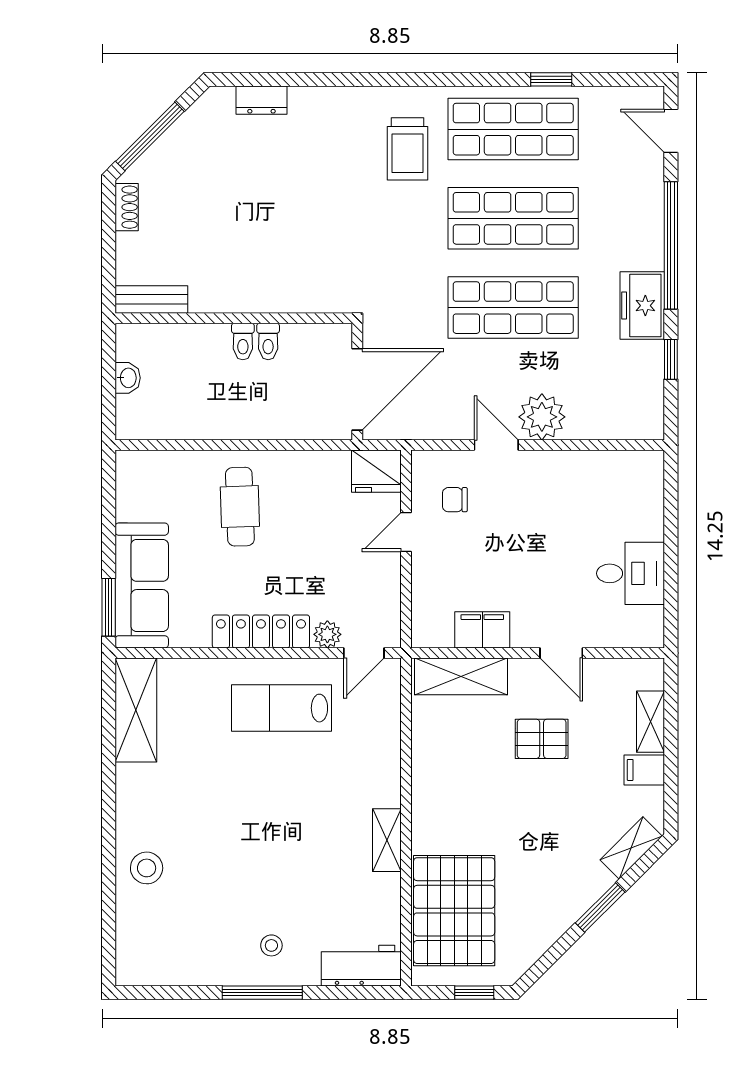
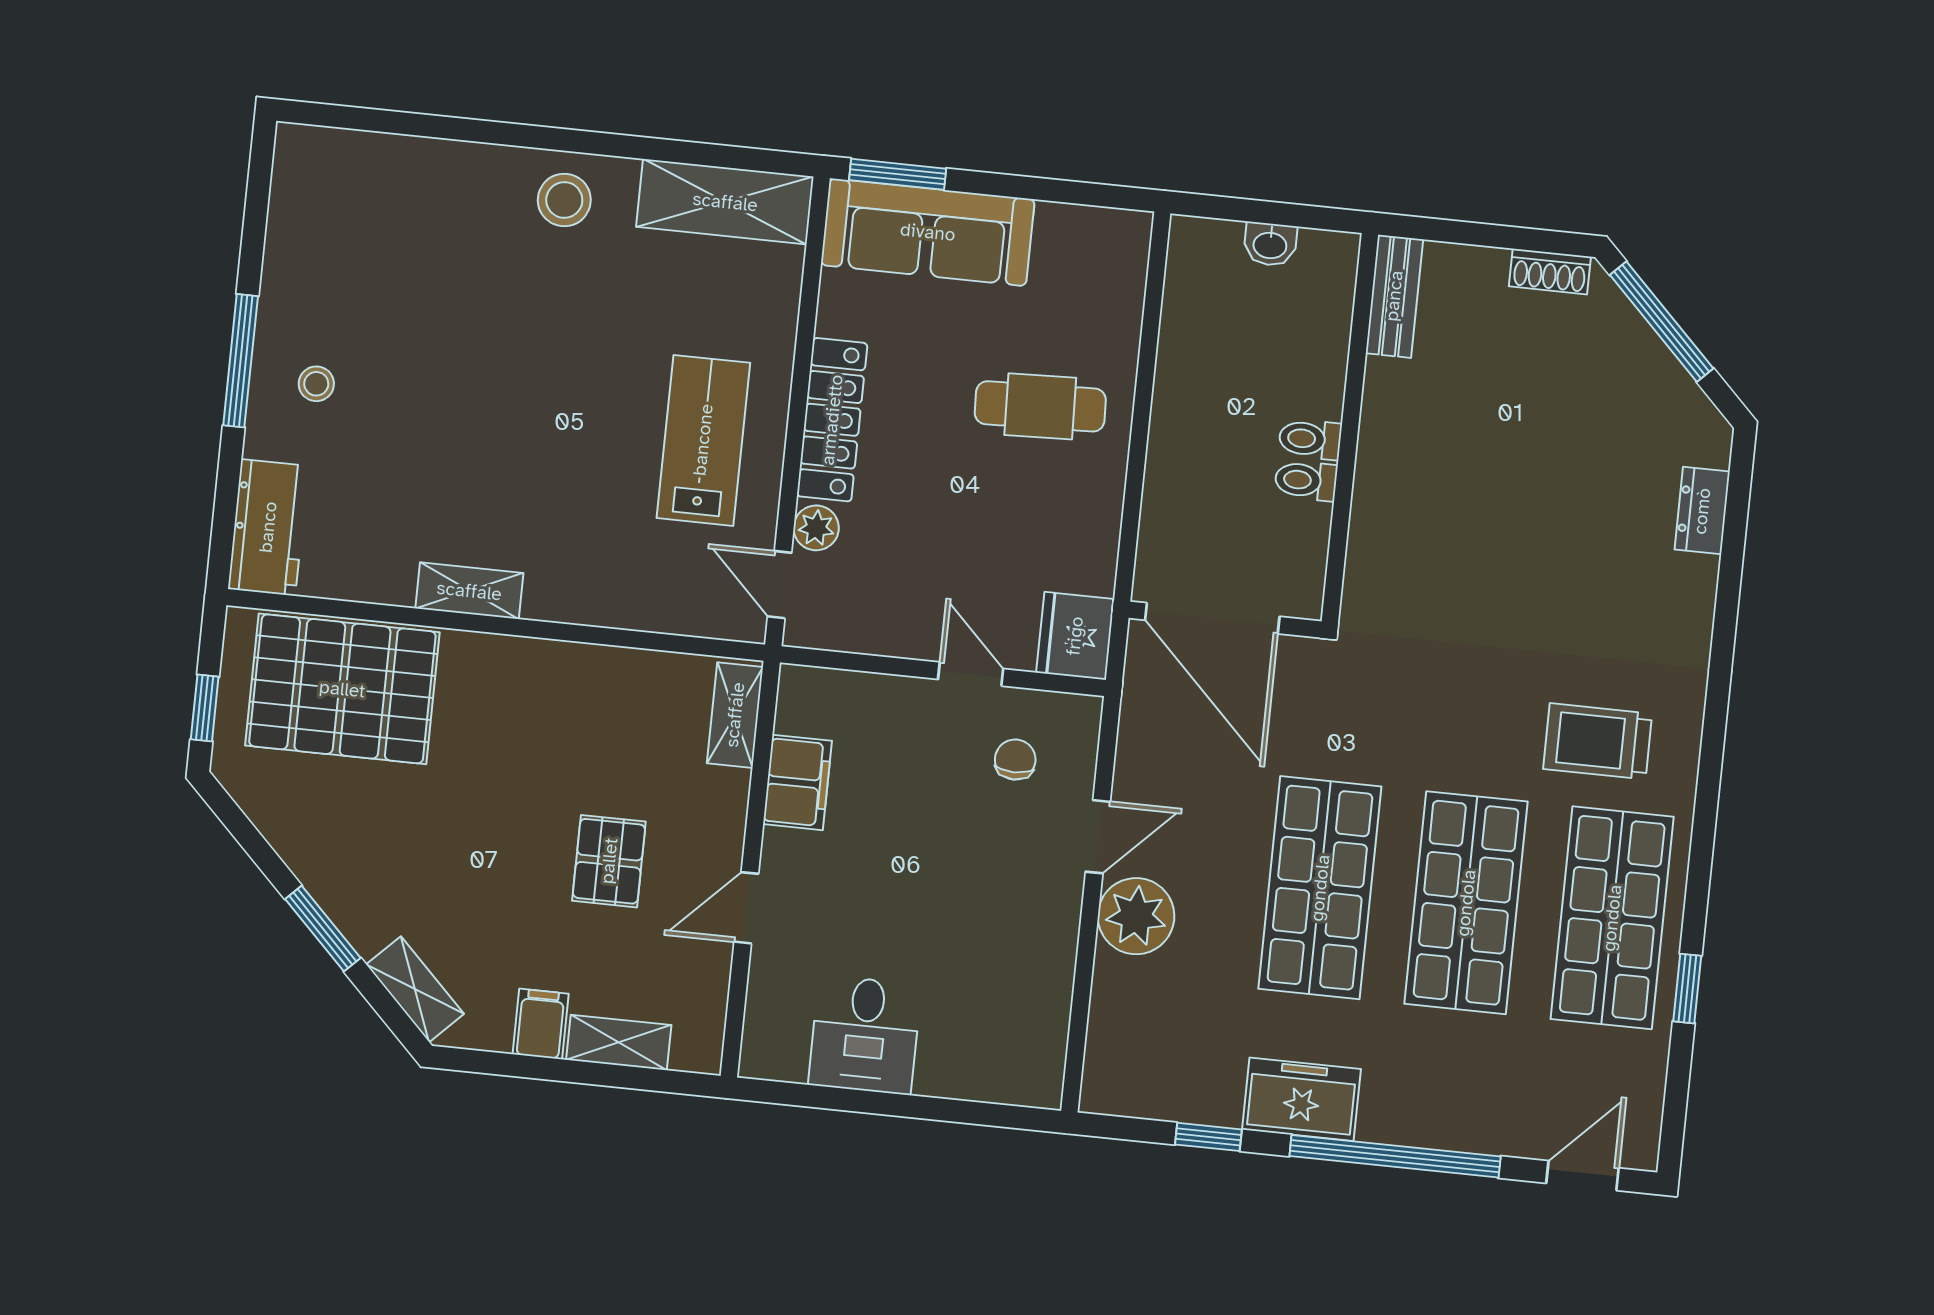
shelving: (461, 676) -> (735, 715), width x0.67, depth x0.75
stool: (147, 868) -> (564, 200), moved

